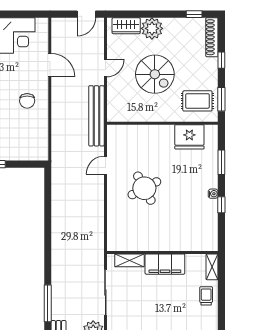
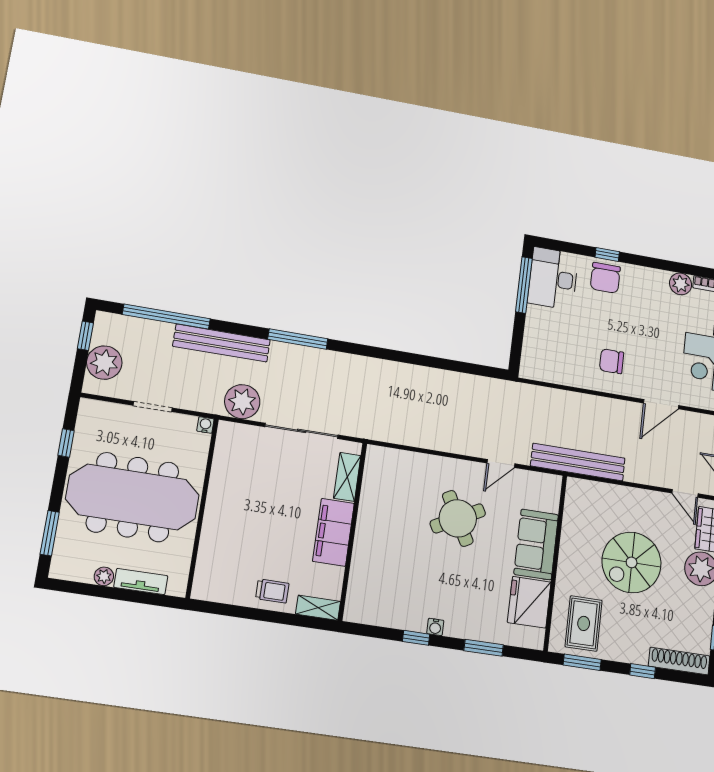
door: (105, 68) -> (685, 493), moved
sofa: (153, 137) -> (536, 544), added
door: (105, 165) -> (501, 463), swing flipped

